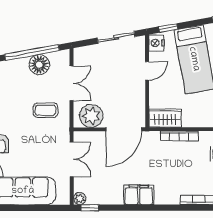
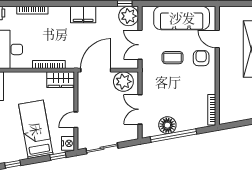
coffee table: (46, 110) -> (173, 58), moved
plant: (80, 199) -> (129, 16), width x1.88, depth x1.88

